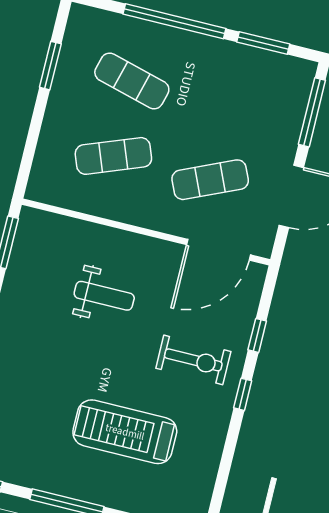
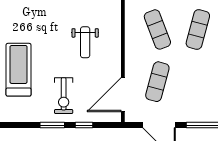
exercise mat: (210, 180) -> (157, 82), turned 39
door: (218, 250) -> (123, 95), hinge flipped
window: (243, 394) -> (52, 125), width x1.50

